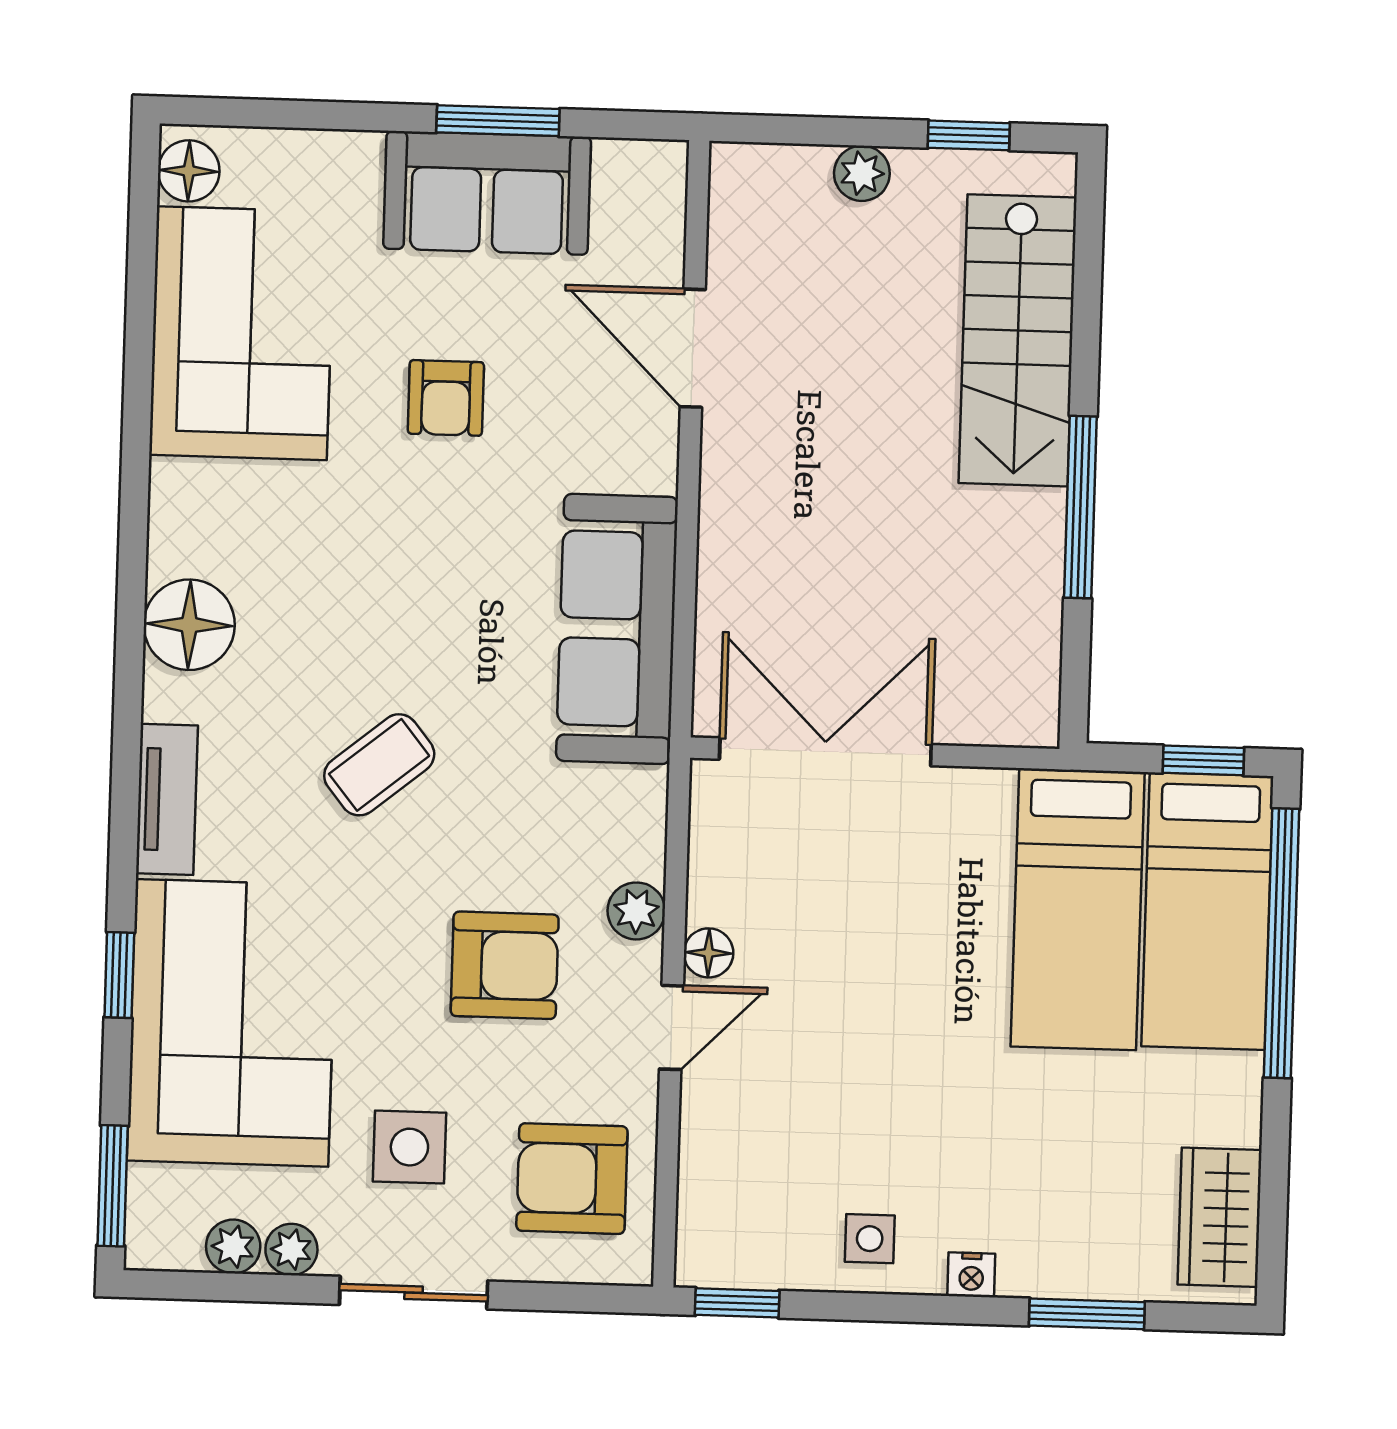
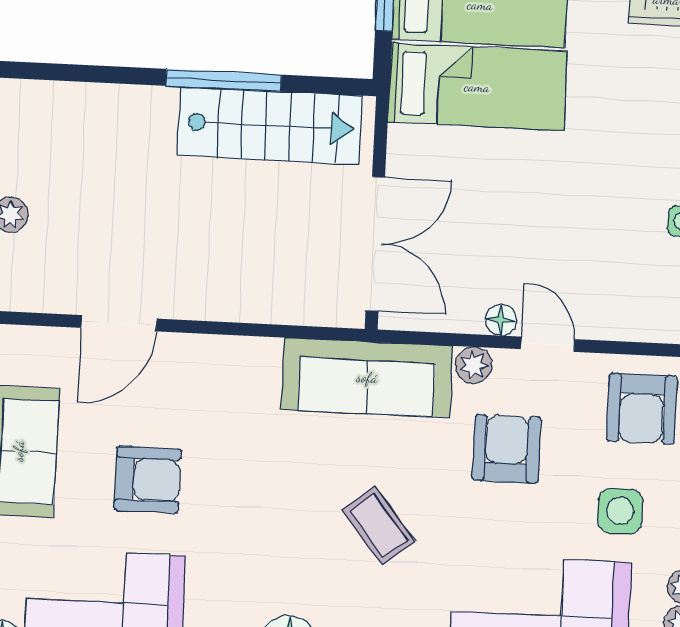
stairs: (1018, 340) -> (270, 125), moved
armchair: (446, 398) -> (148, 480), width x1.38, depth x1.38
sofa: (617, 629) -> (367, 378), moved
double door: (825, 752) -> (375, 244), swing flipped

